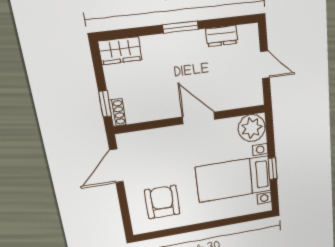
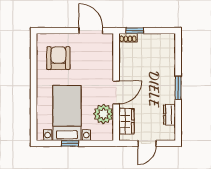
wardrobe: (120, 51) -> (126, 121), moved, turned 180
plant: (252, 128) -> (103, 114), moved
armchair: (162, 202) -> (58, 58), turned -90

